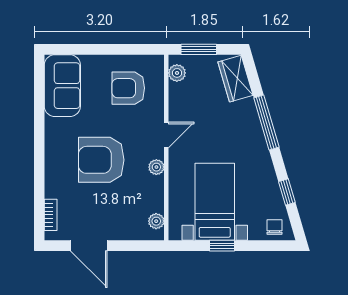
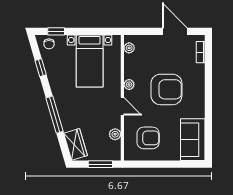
plant: (177, 73) -> (115, 134), moved
door: (166, 135) -> (122, 106), swing flipped
window: (222, 246) -> (56, 31), moved

